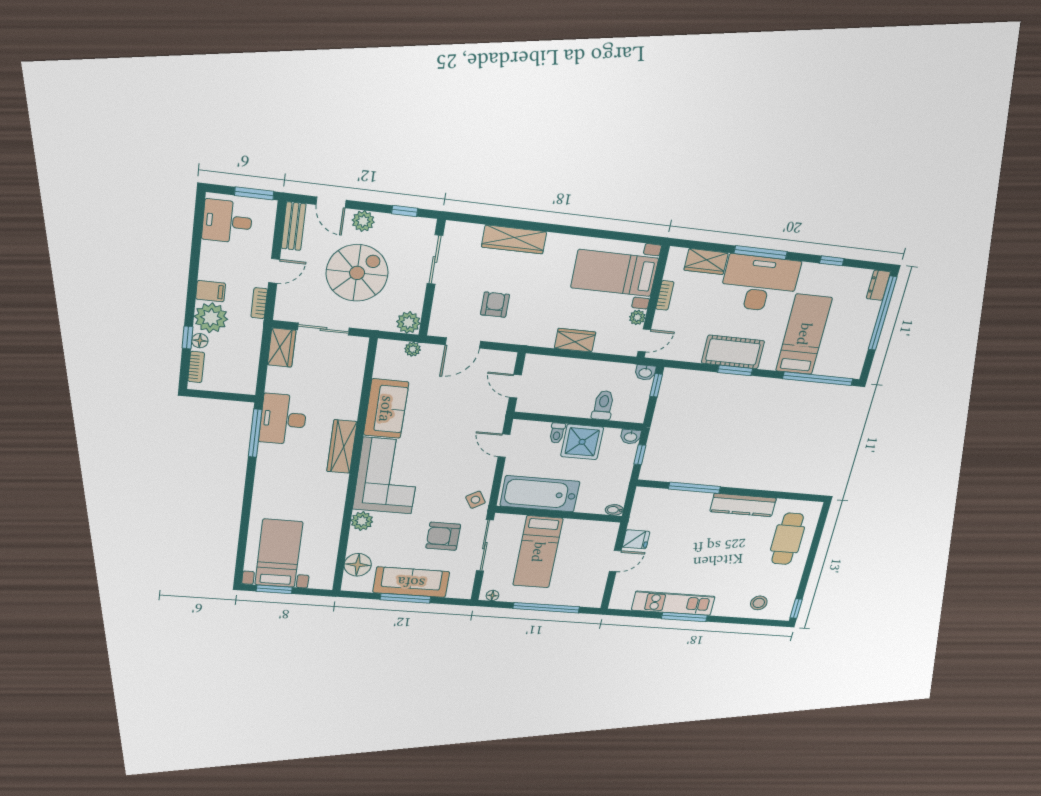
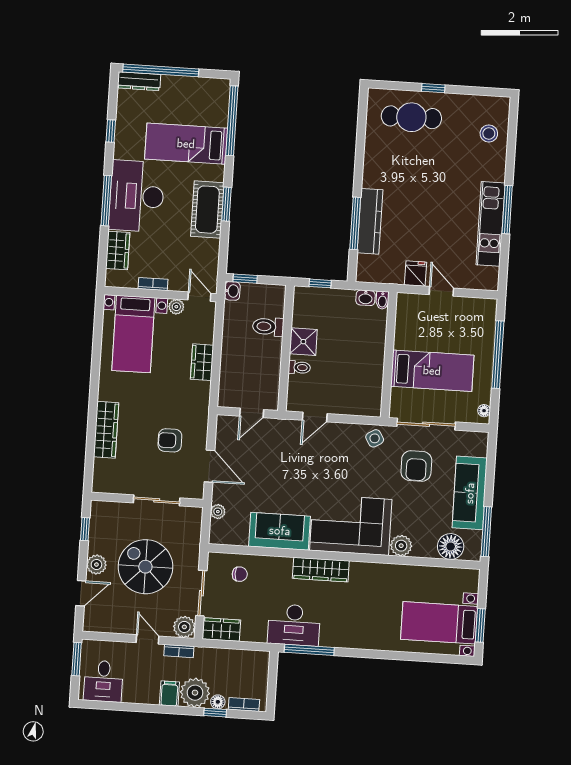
bench: (294, 226) -> (105, 624), removed
sliding door: (435, 260) -> (157, 500), moved
dresser: (878, 285) -> (139, 81), width x1.44
plant: (408, 323) -> (184, 627), moved
chair: (342, 368) -> (240, 574), added
washbasin: (631, 437) -> (366, 298), moved, turned 90
shower: (582, 442) -> (303, 342), width x0.73, depth x0.73
bathtub: (540, 494) -> (366, 376), removed
kitchen counter: (743, 505) -> (370, 221), moved
window: (405, 598) -> (486, 532), moved
window: (796, 608) -> (433, 88), moved

